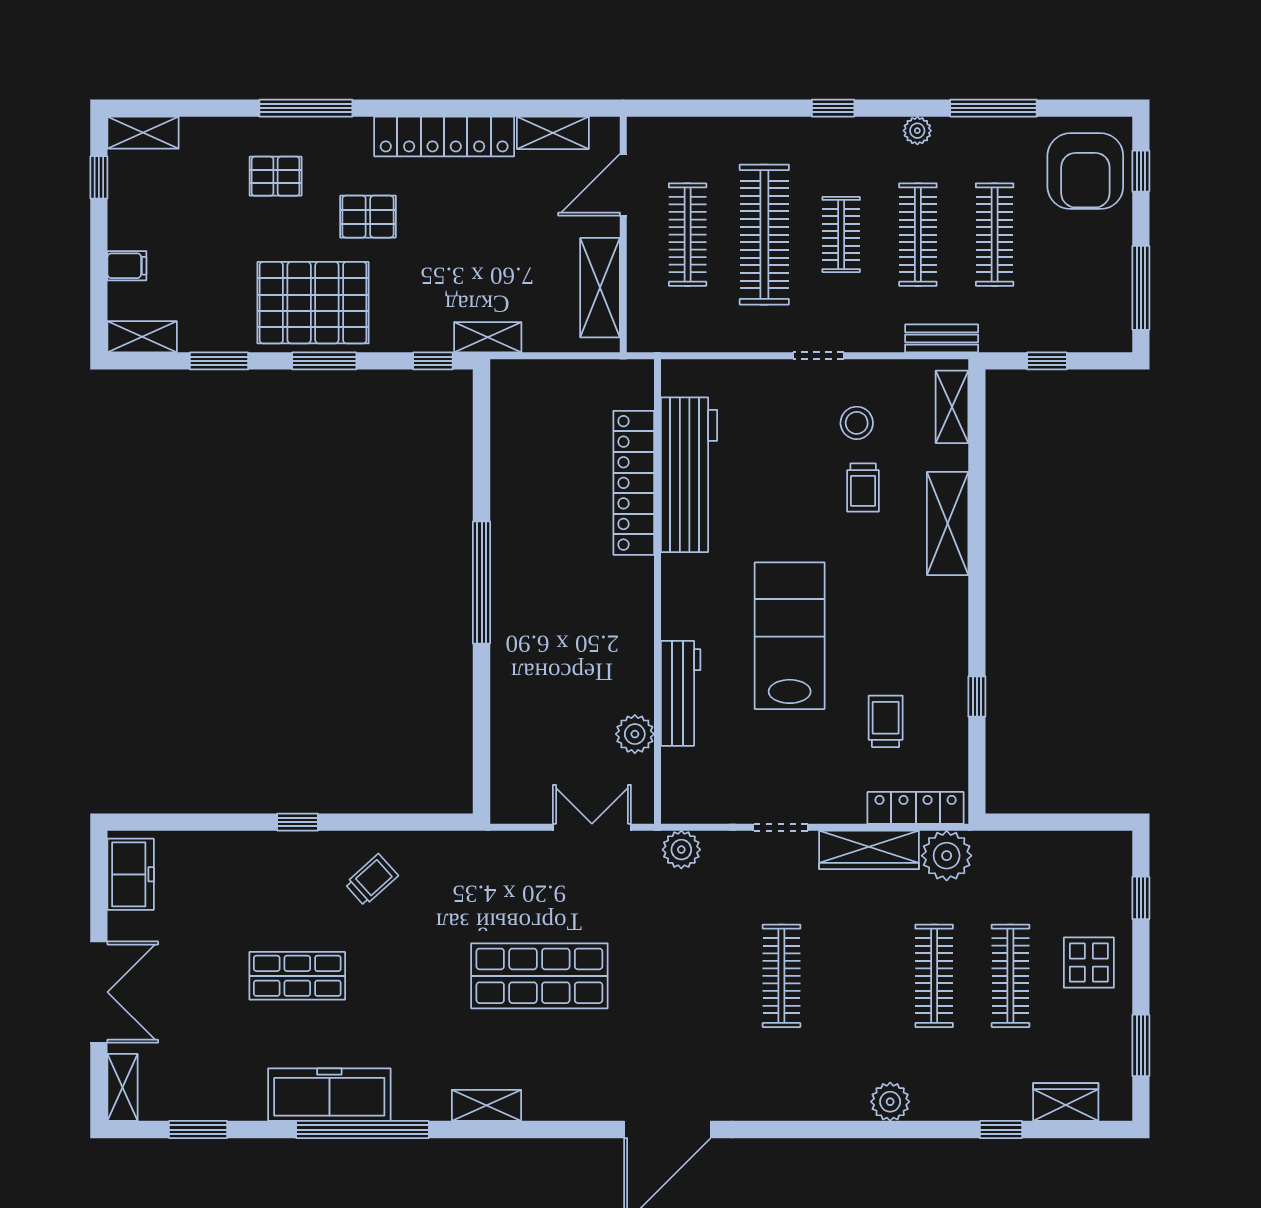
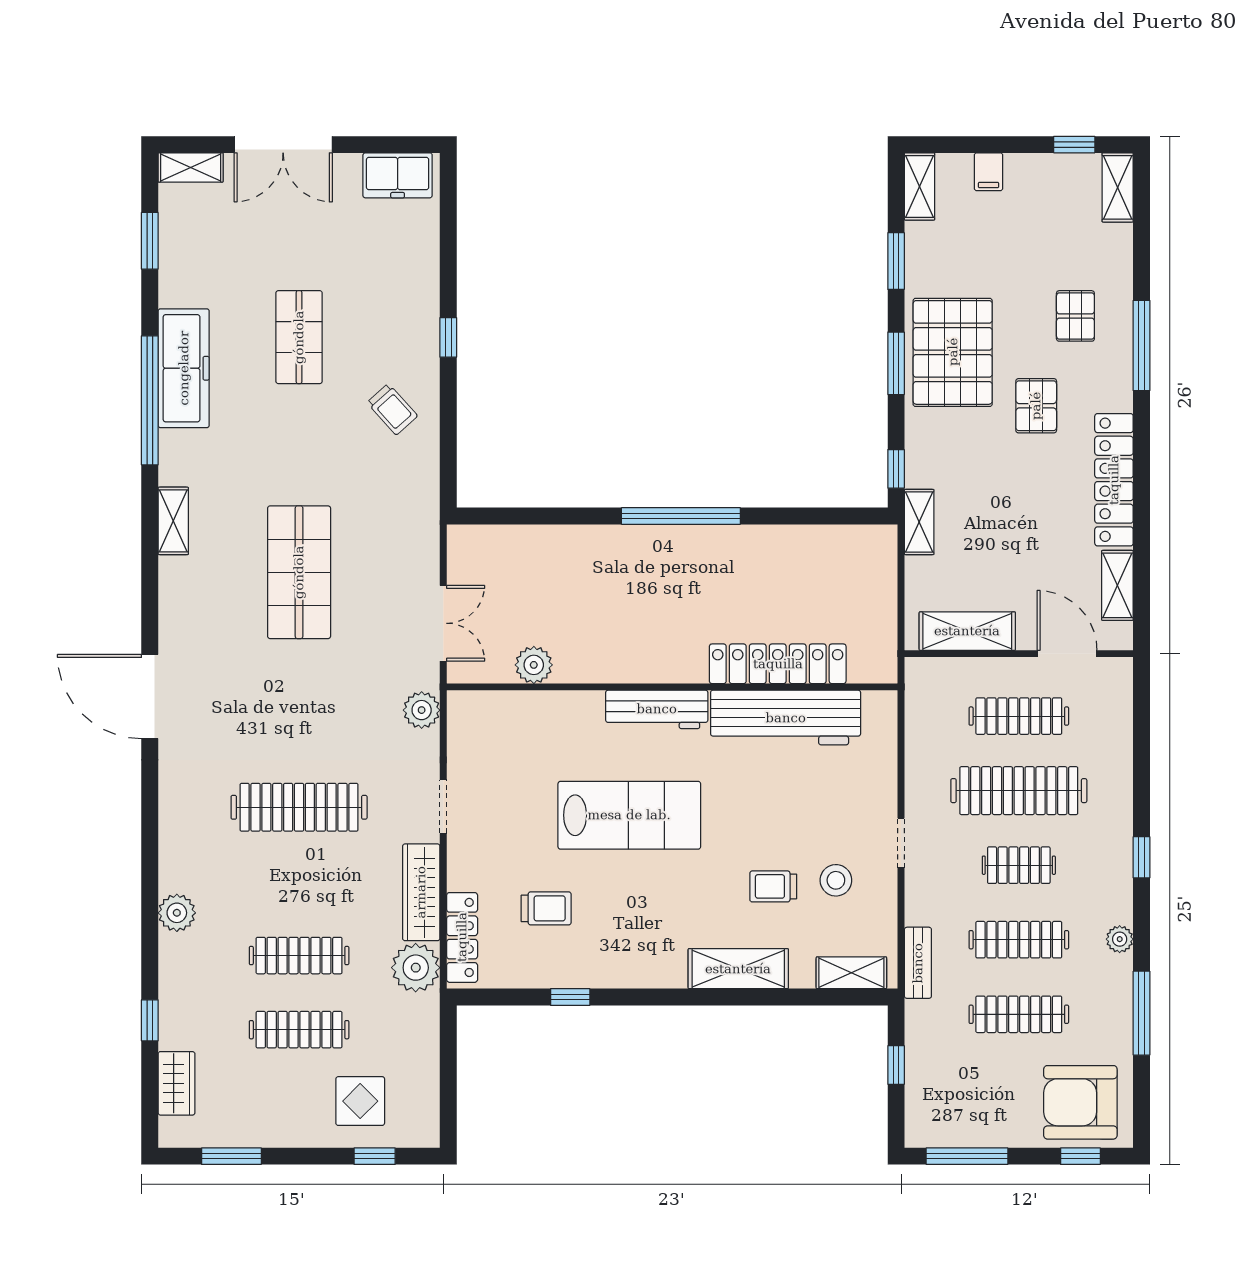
workbench: (681, 693) -> (657, 709), moved
display table: (1089, 963) -> (360, 1101), moved
clothes rail: (781, 976) -> (299, 807), width x1.37, depth x1.31

